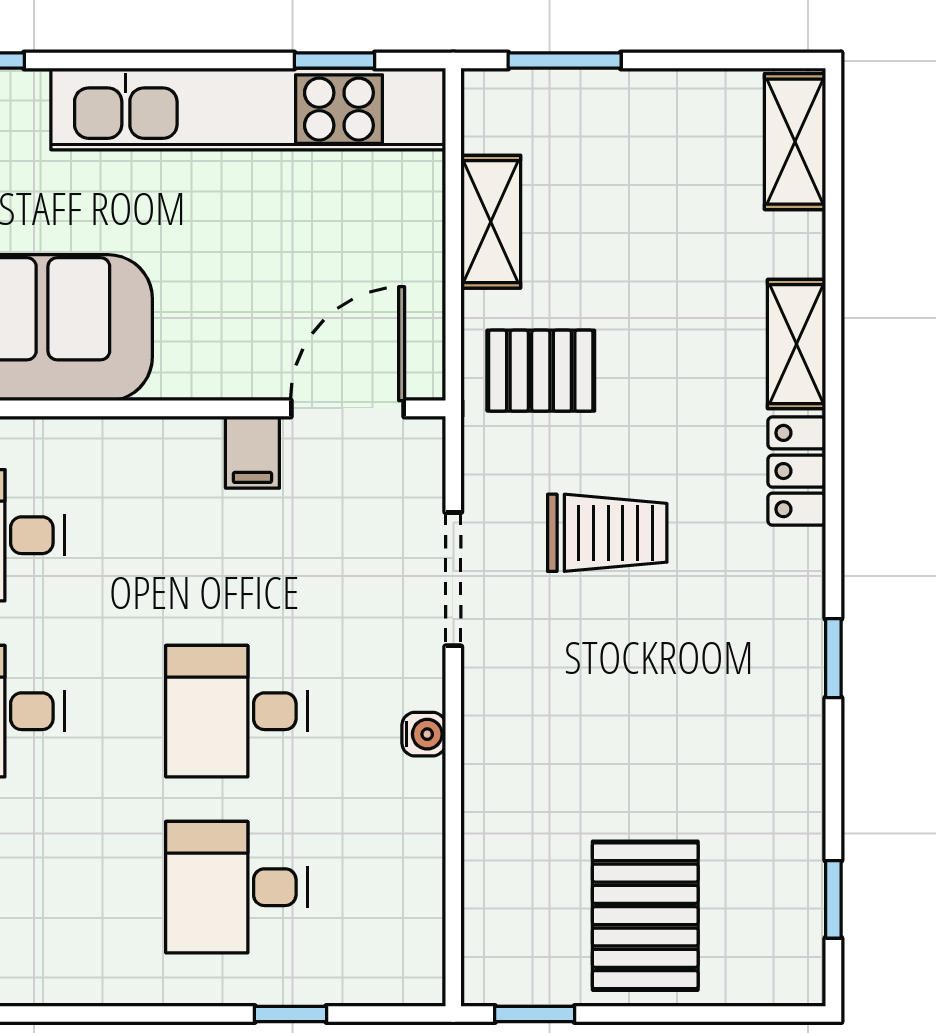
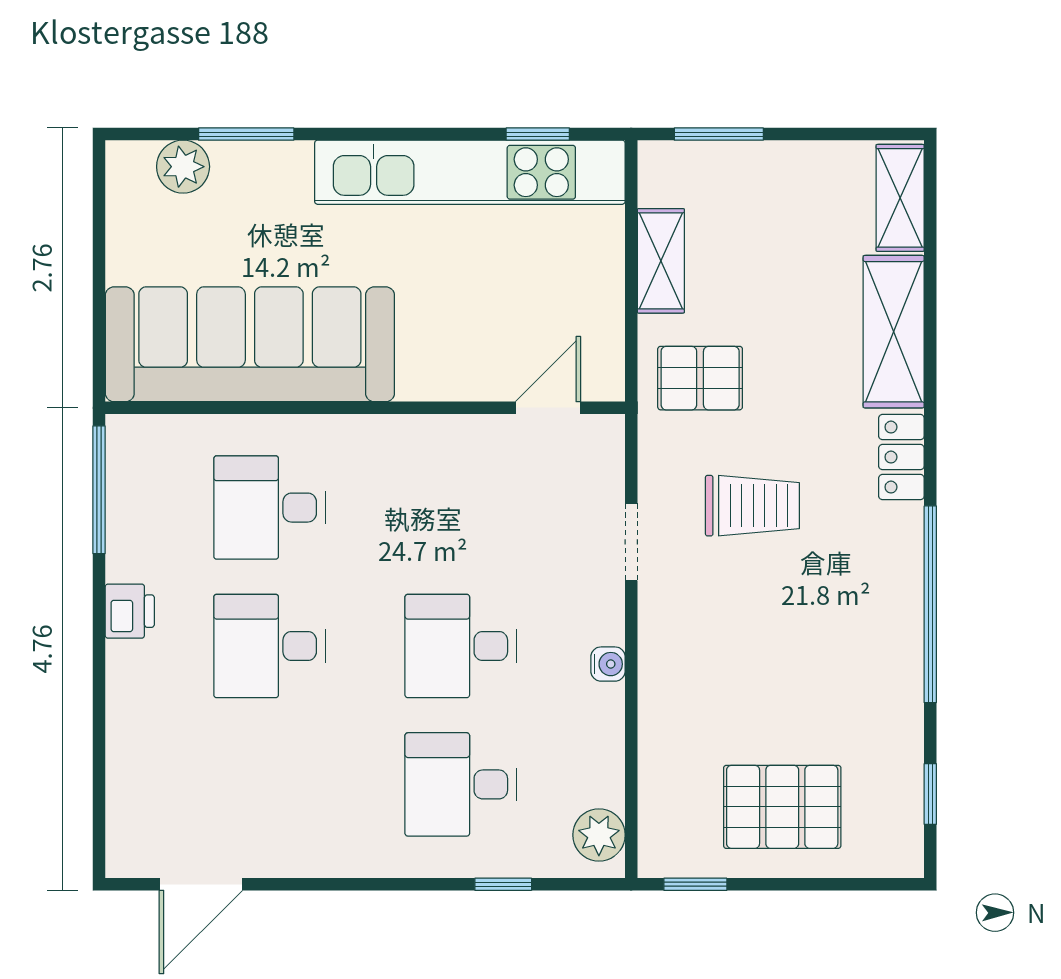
shelving: (797, 344) -> (894, 332), width x1.50, depth x1.33
door: (347, 408) -> (548, 408), width x0.73
filing cabinet: (252, 452) -> (473, 442), removed
doorway: (453, 579) -> (631, 542), width x0.73
window: (833, 658) -> (930, 604), width x3.17
pallet: (645, 916) -> (782, 807), turned 90
plant: (412, 951) -> (599, 835), added

